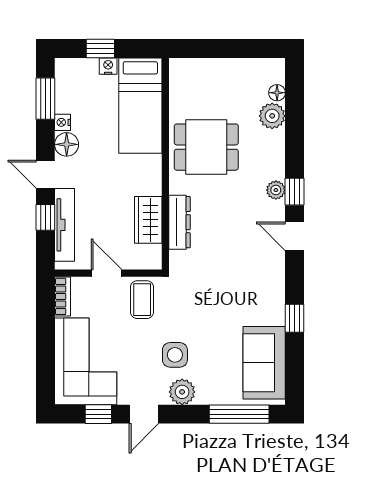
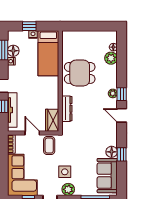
floor lamp: (67, 144) -> (13, 51), moved
wardrobe: (148, 220) -> (52, 120), moved
floor lamp: (273, 313) -> (112, 152), added

